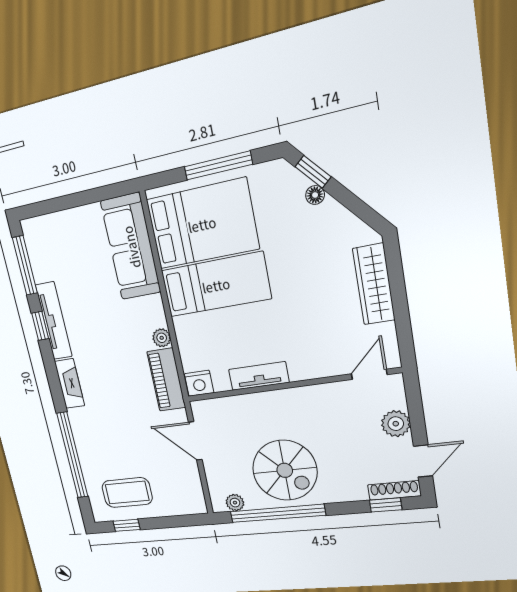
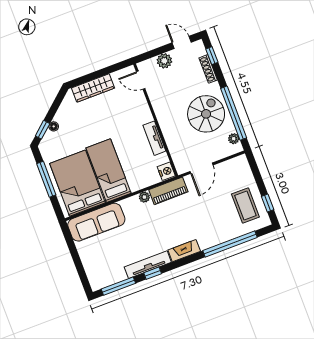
shoe rack: (394, 490) -> (208, 69), moved

